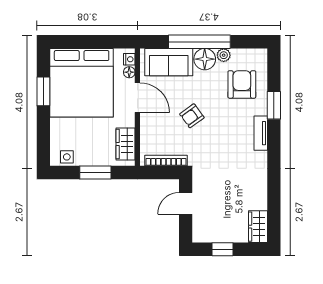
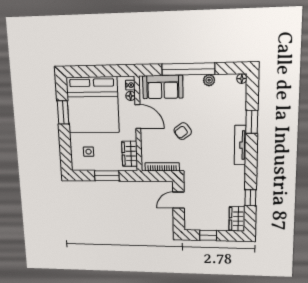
floor lamp: (205, 59) -> (242, 79), moved, width x0.53, depth x0.53
armchair: (242, 84) -> (225, 105), removed
tv unit: (261, 133) -> (240, 145), width x1.41
side table: (67, 157) -> (89, 152), moved
window: (274, 199) -> (250, 198), added

